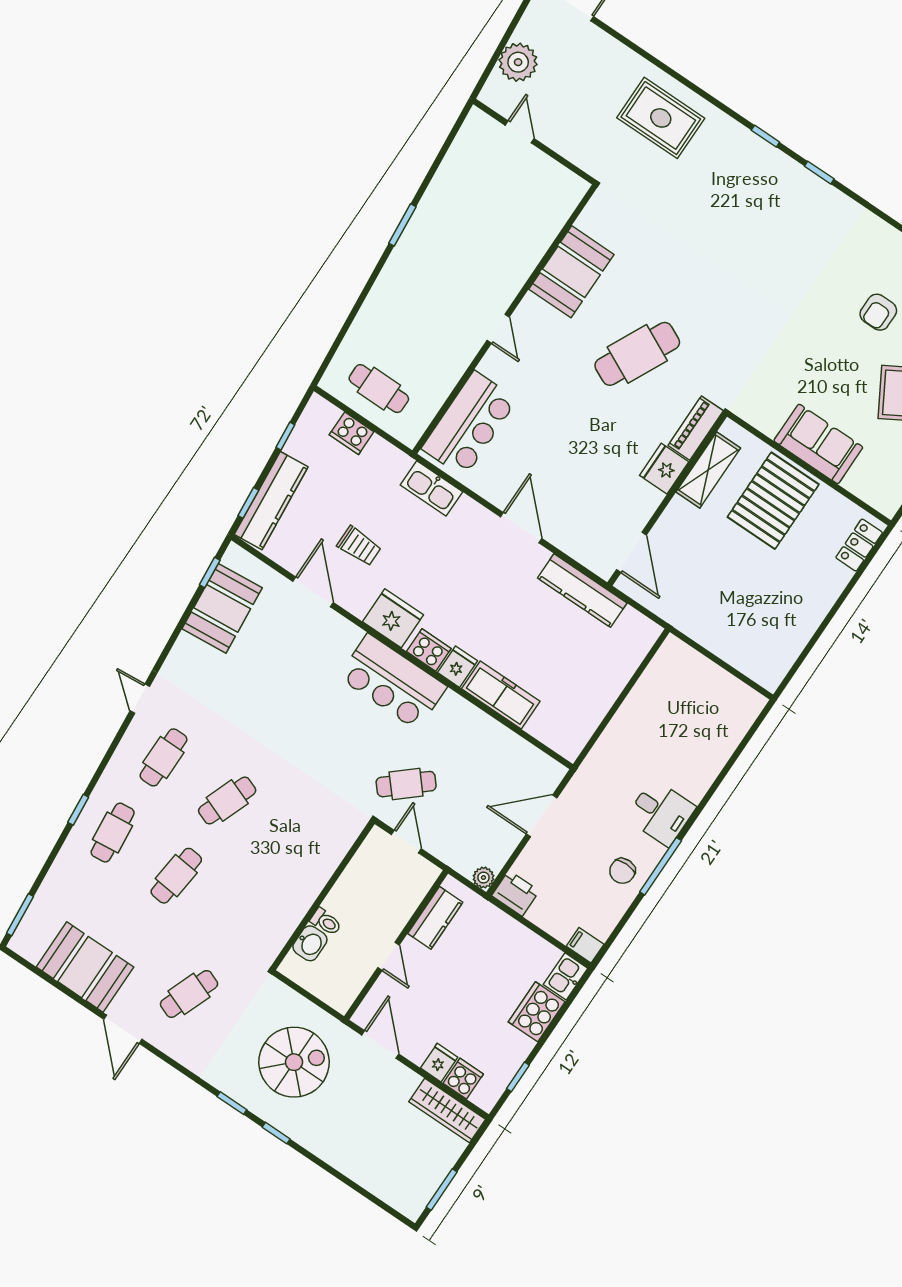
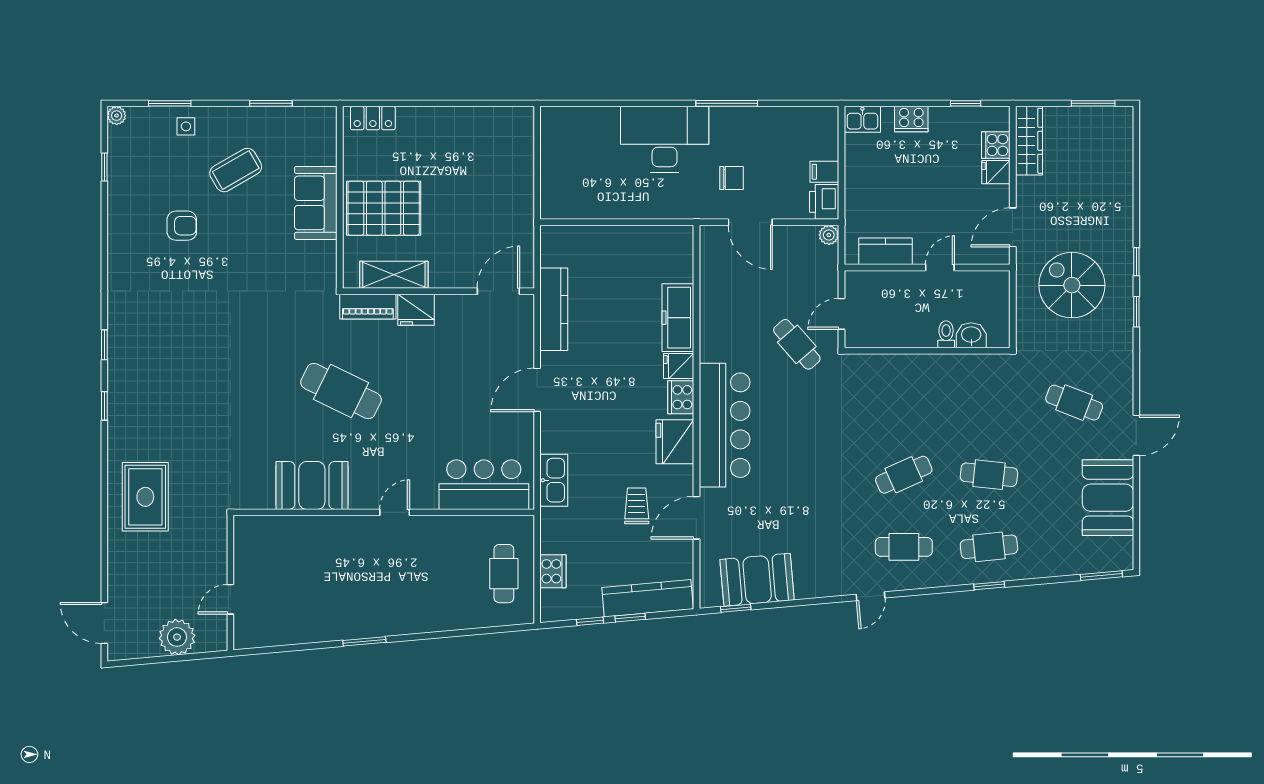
window: (248, 503) -> (630, 618), moved
bar counter: (393, 682) -> (725, 425), width x1.36
cafe table: (227, 801) -> (904, 475), turned -45
desk: (661, 812) -> (665, 139), width x1.87, depth x1.30
chair: (622, 871) -> (732, 178), moved
filing cabinet: (585, 945) -> (824, 172), moved, turned 90
cooker: (537, 1012) -> (911, 119), width x0.73, depth x0.76

